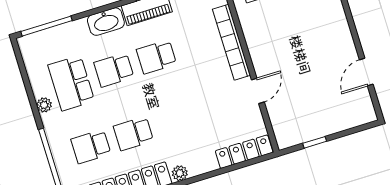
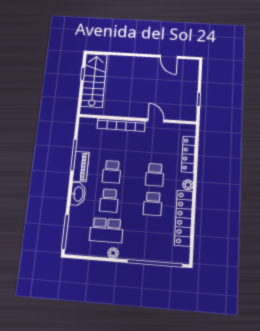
school desk: (91, 147) -> (155, 175), moved
locker: (244, 152) -> (188, 154), moved

